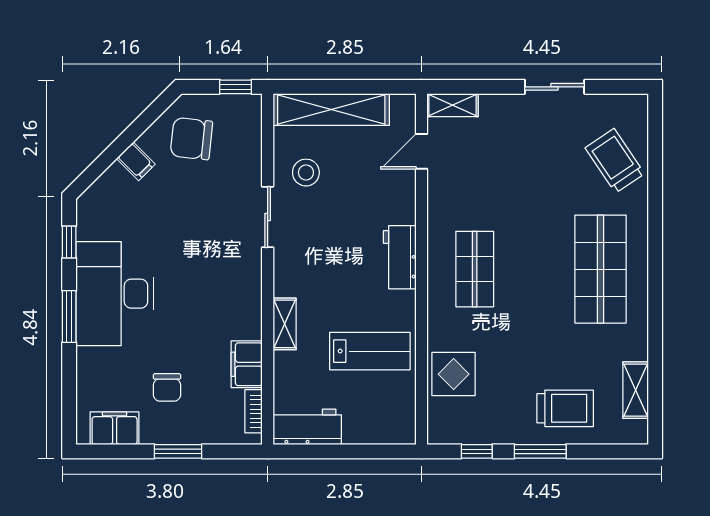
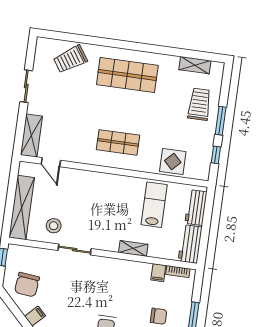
shelving: (453, 105) -> (31, 135), width x1.50, depth x1.33
workbench: (400, 257) -> (196, 208), moved, turned 90
filing cabinet: (247, 364) -> (158, 273), width x0.50

